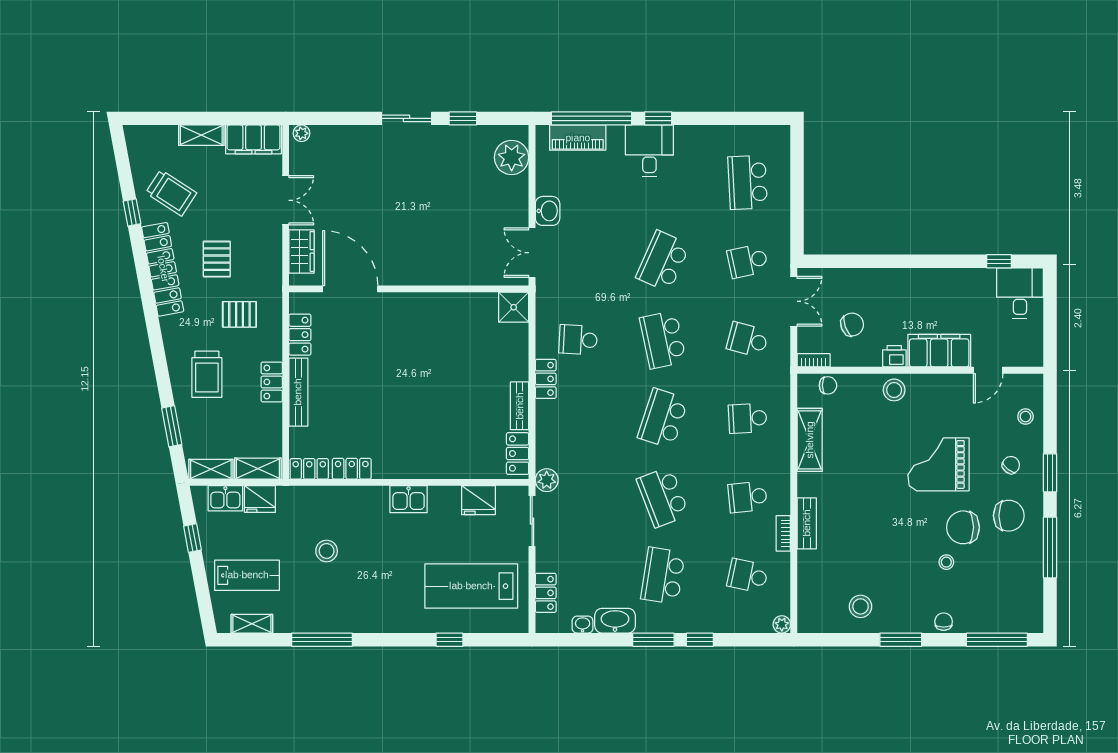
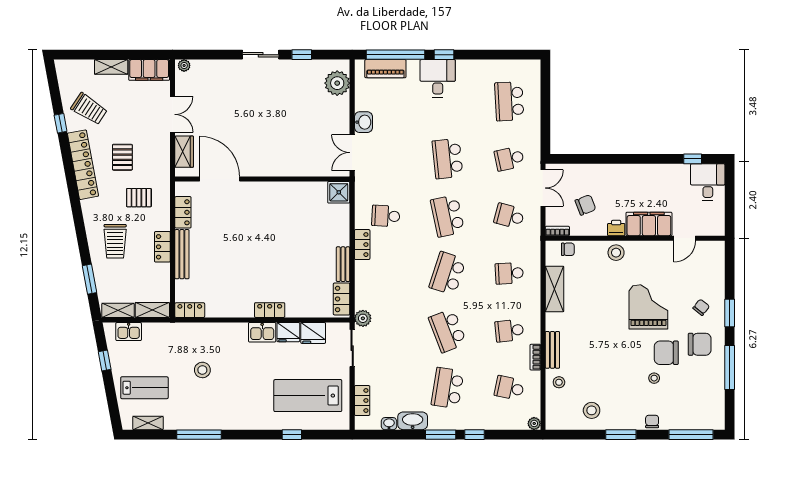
school desk: (663, 261) -> (448, 159), turned -30
stool: (1025, 417) -> (559, 382), moved
grand piano: (939, 464) -> (648, 307), turned 90
locker: (352, 469) -> (270, 310), moved
fridge: (260, 499) -> (288, 332), moved

